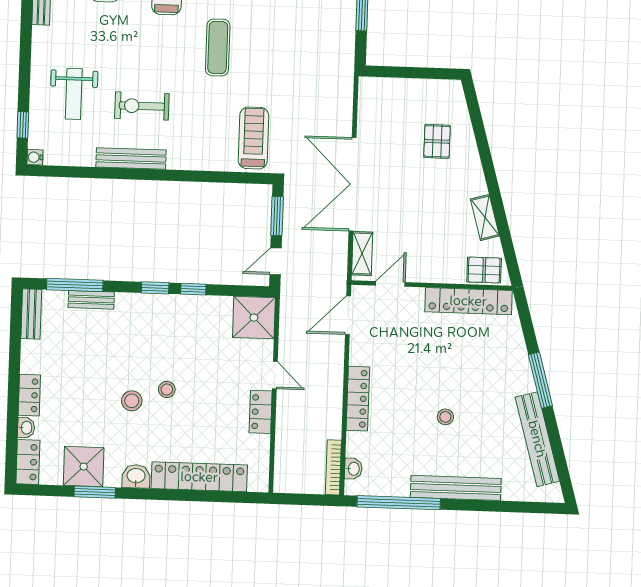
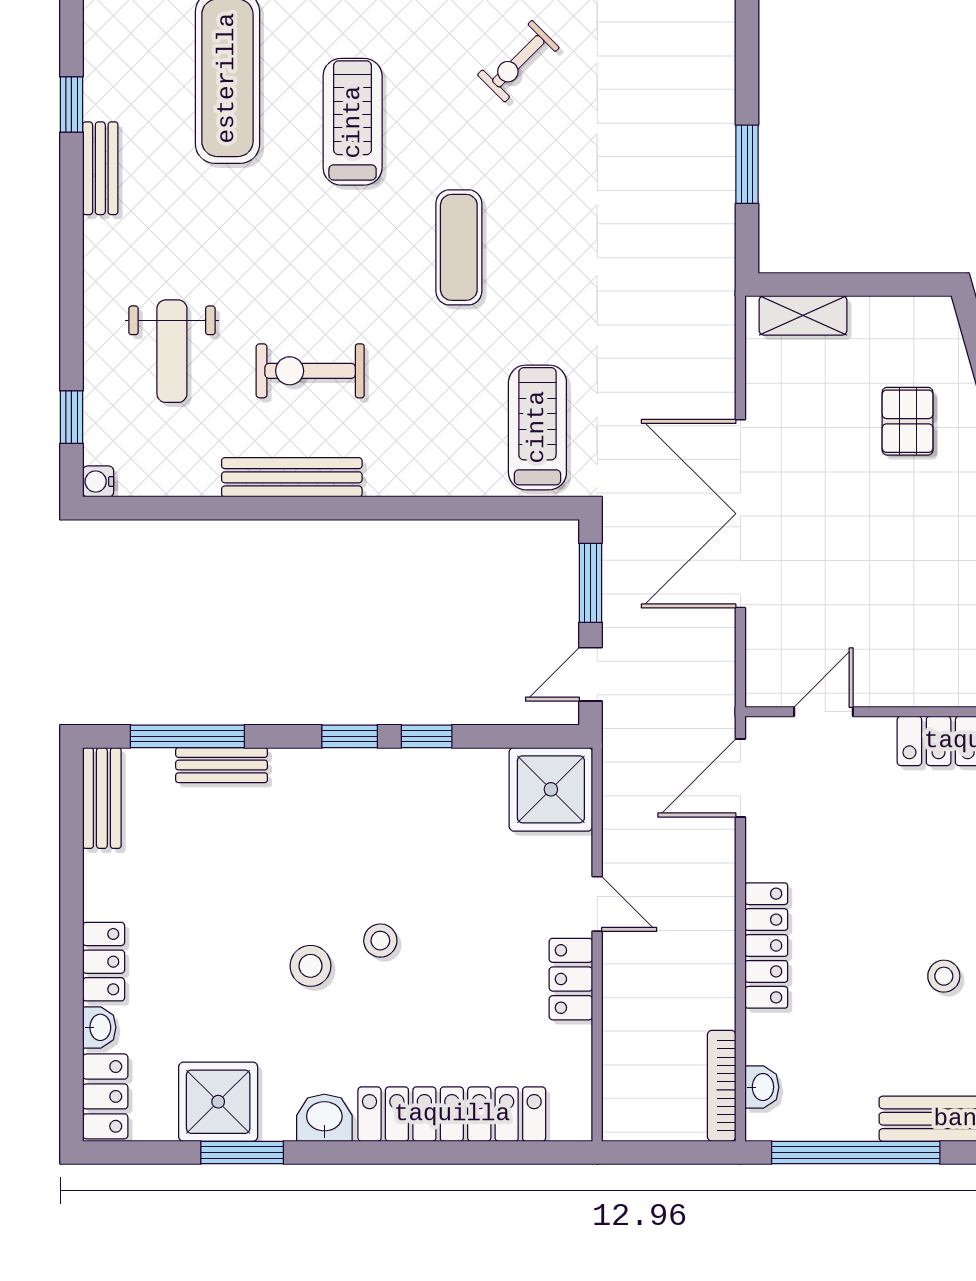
shelving: (362, 253) -> (803, 315), moved, turned 90

